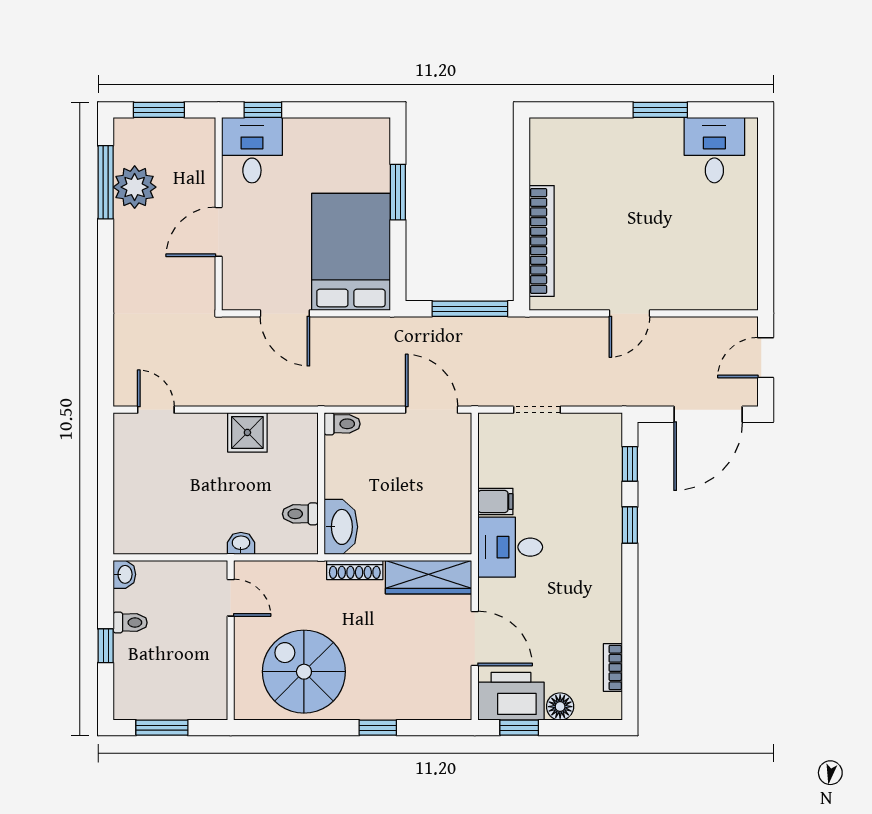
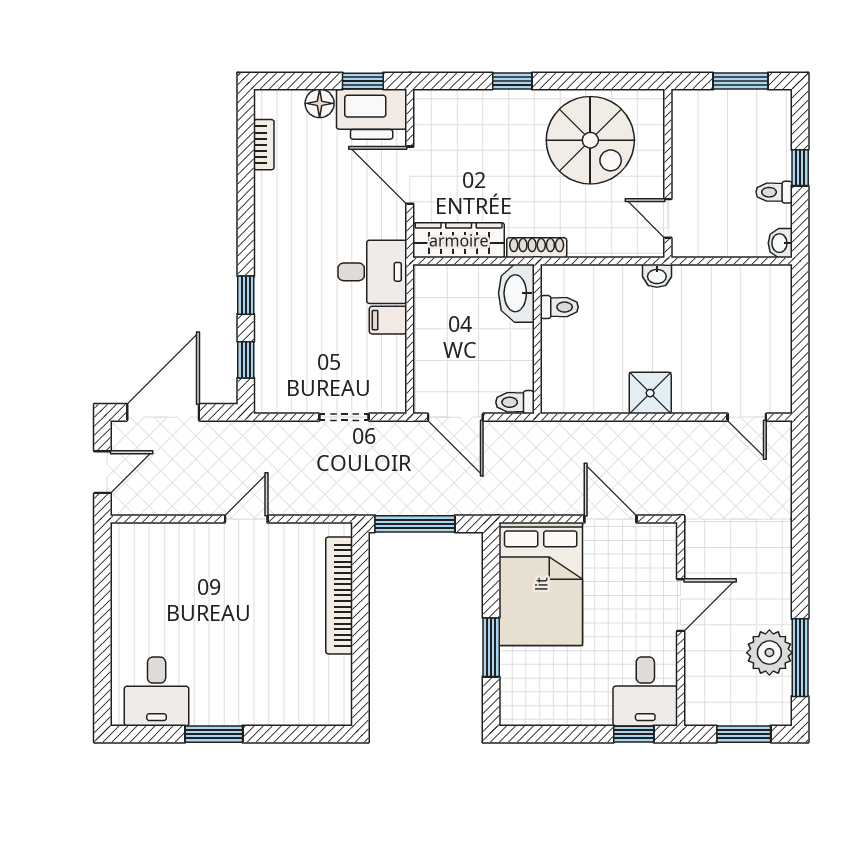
toilet: (342, 424) -> (515, 402), moved
wall: (321, 484) -> (537, 339), moved
toilet: (300, 514) -> (559, 307), moved
washbasin: (341, 527) -> (516, 293), moved

